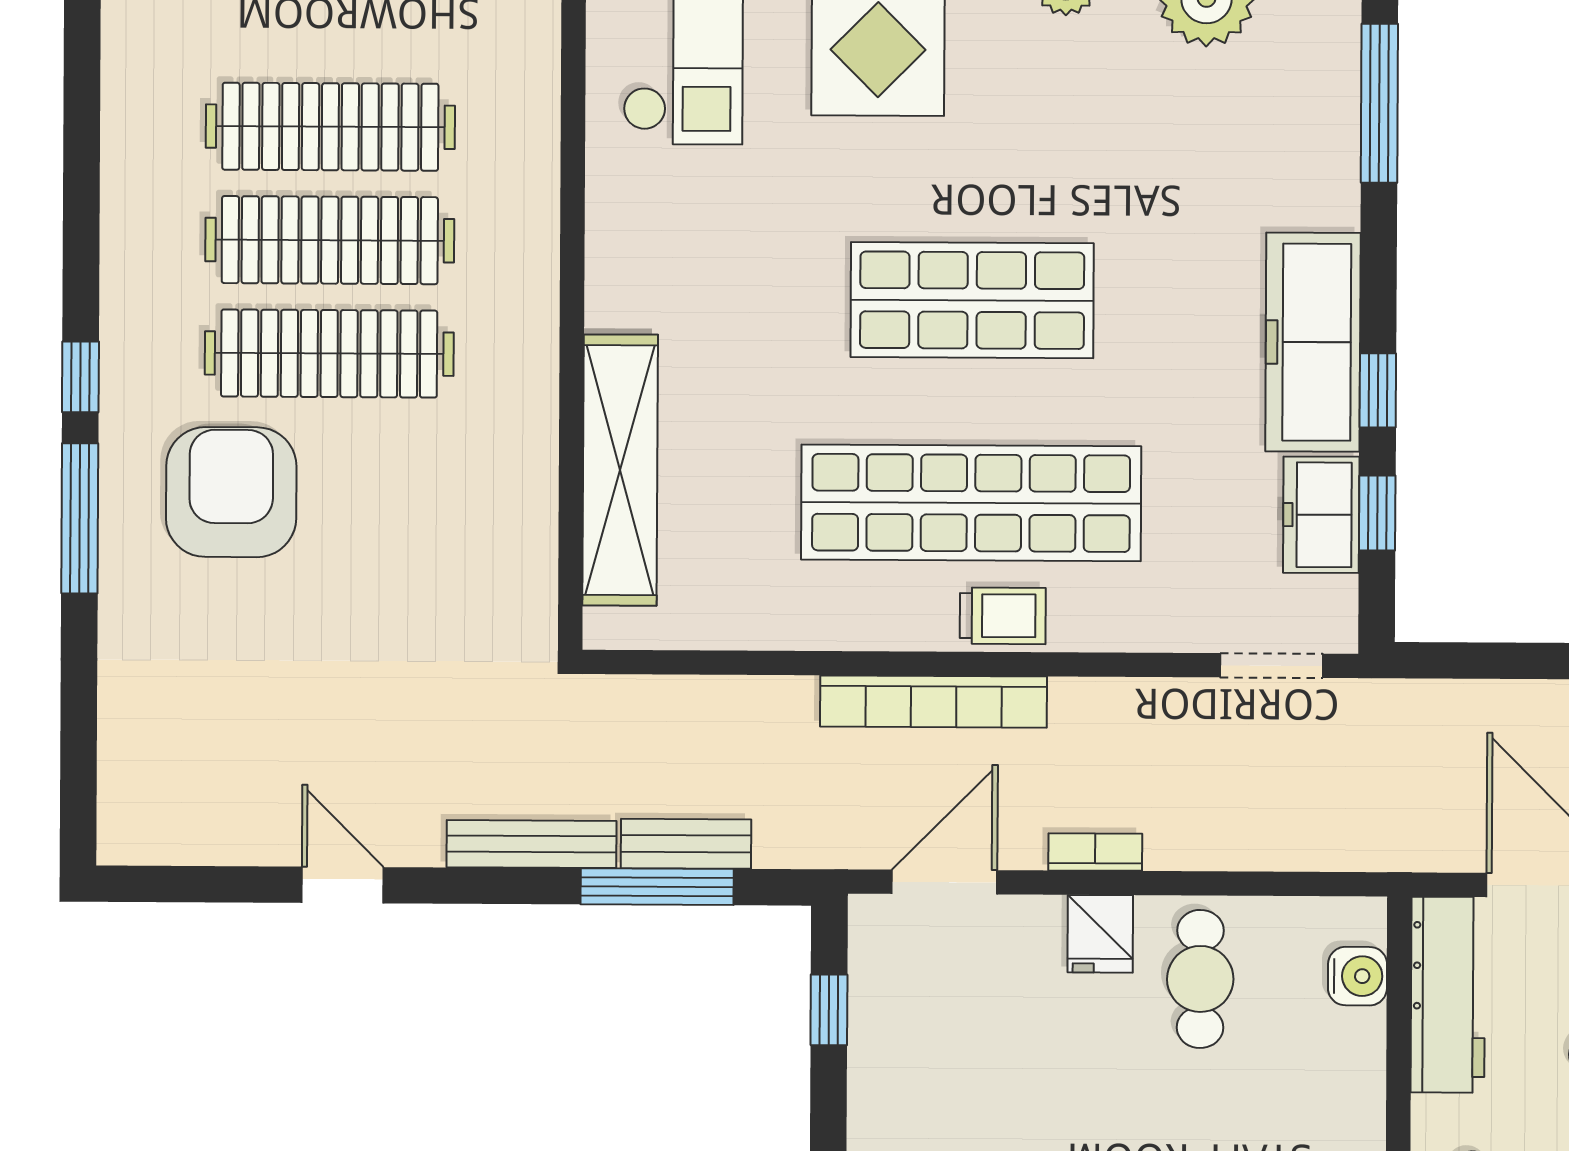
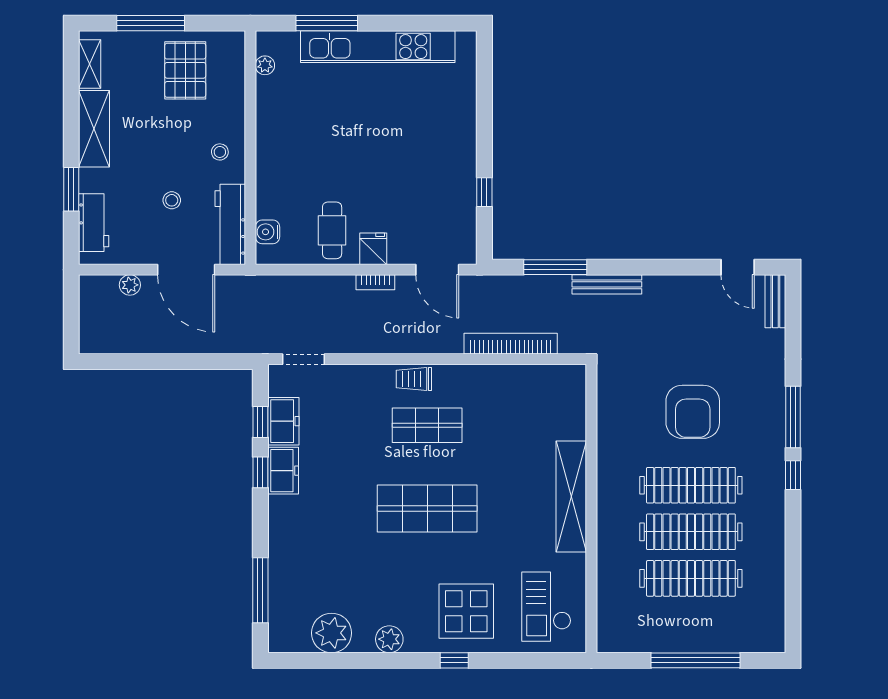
freezer: (1313, 342) -> (283, 471), width x0.52, depth x0.79
shelving: (620, 470) -> (571, 497), moved
armchair: (231, 492) -> (693, 412), moved
shop shelf: (971, 503) -> (427, 425), width x0.50, depth x0.74
bookcase: (934, 702) -> (511, 344), moved
bench: (686, 844) -> (775, 301), moved, turned 90
door: (944, 882) -> (437, 270), hinge flipped
door: (343, 885) -> (738, 267), moved
window: (829, 1010) -> (484, 192), moved

